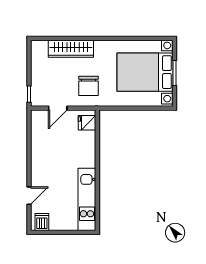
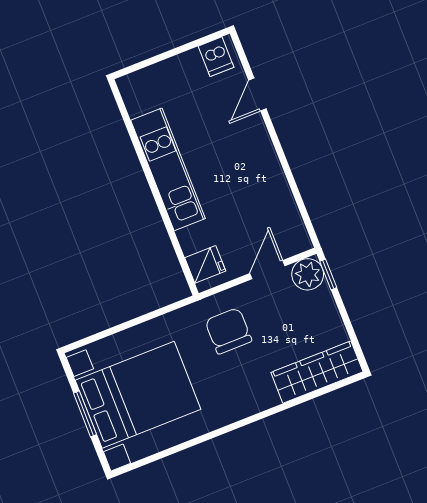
wardrobe: (71, 49) -> (317, 372), moved
plant: (39, 98) -> (308, 274), added
kitchen unit: (87, 199) -> (168, 169), moved

